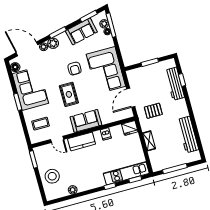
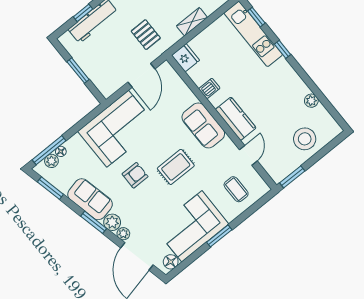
sofa: (81, 31) -> (90, 199), moved
door: (131, 98) -> (141, 75), hinge flipped

